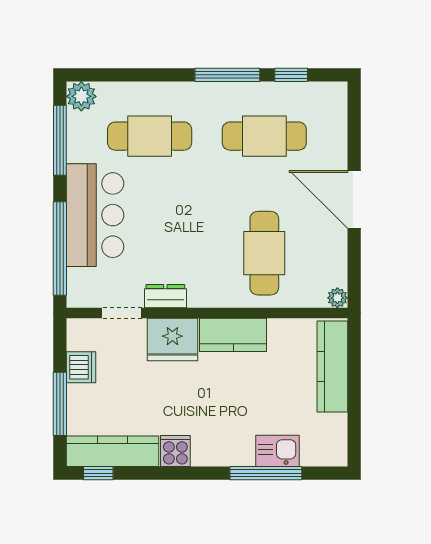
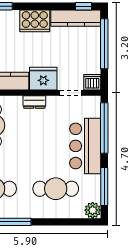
dresser: (165, 296) -> (34, 102), moved
dishwasher: (81, 367) -> (92, 82), moved, turned 90
window: (60, 404) -> (104, 44), width x1.46
cooker: (175, 451) -> (35, 21), width x1.87, depth x1.31

